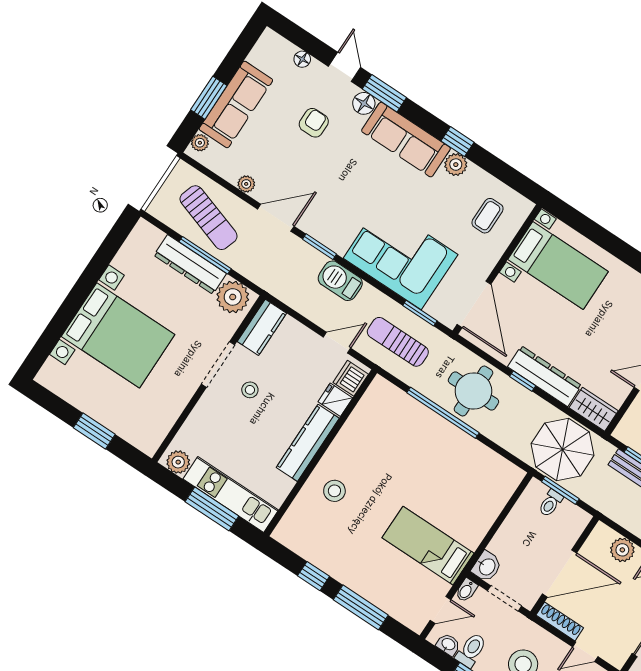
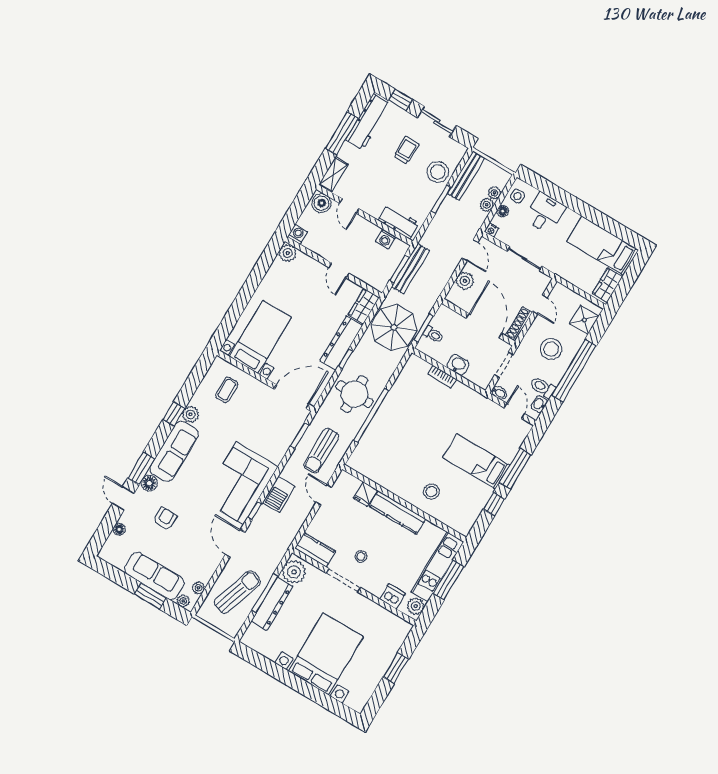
door: (345, 67) -> (123, 498), hinge flipped
armchair: (314, 123) -> (165, 519), turned 90
plant: (246, 184) -> (198, 588), moved
coffee table: (487, 216) -> (227, 390), turned 90
window: (319, 247) -> (255, 511), width x0.67
corner sofa: (401, 256) -> (240, 483), moved
dishwasher: (351, 378) -> (392, 596), moved, turned 180
bookcase: (492, 513) -> (442, 377), added
bed: (428, 546) -> (476, 461), moved, turned 90
washbasin: (487, 567) -> (458, 365), moved

